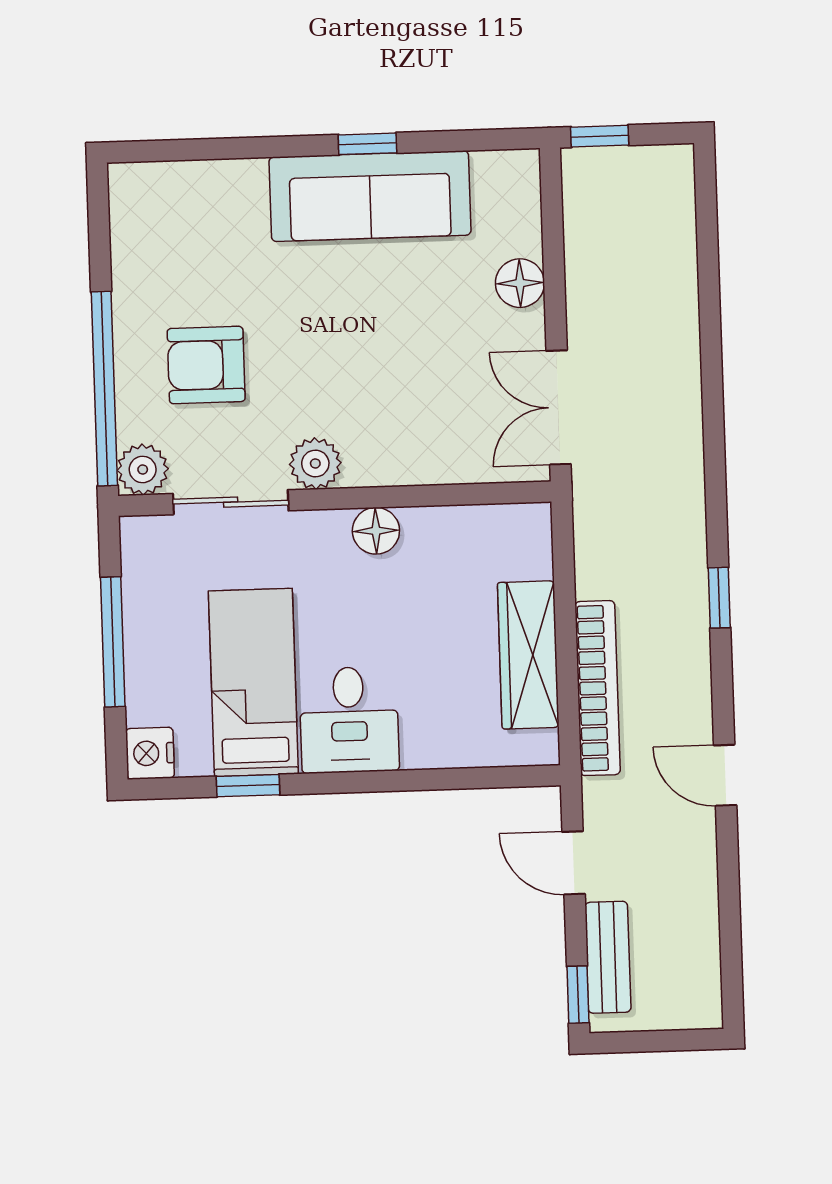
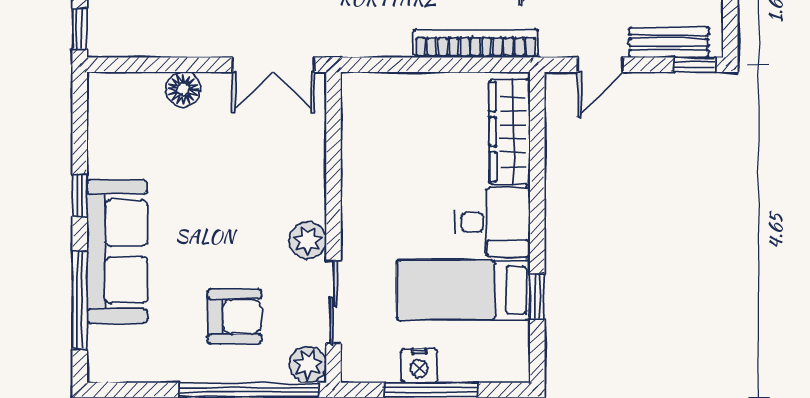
window: (222, 149) -> (80, 300), added
sofa: (370, 196) -> (117, 251), moved
armchair: (206, 365) -> (235, 316), turned -90
floor lamp: (376, 531) -> (357, 199), removed
wardrobe: (528, 655) -> (510, 132), moved, turned 90
nightstand: (150, 753) -> (419, 366), moved

